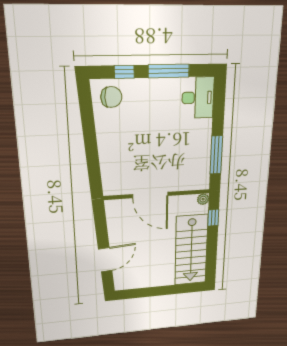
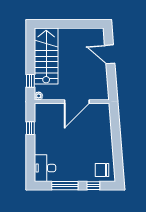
window: (216, 155) -> (30, 128), width x0.46
door: (150, 195) -> (77, 102), swing flipped
door: (105, 260) -> (110, 54), hinge flipped

